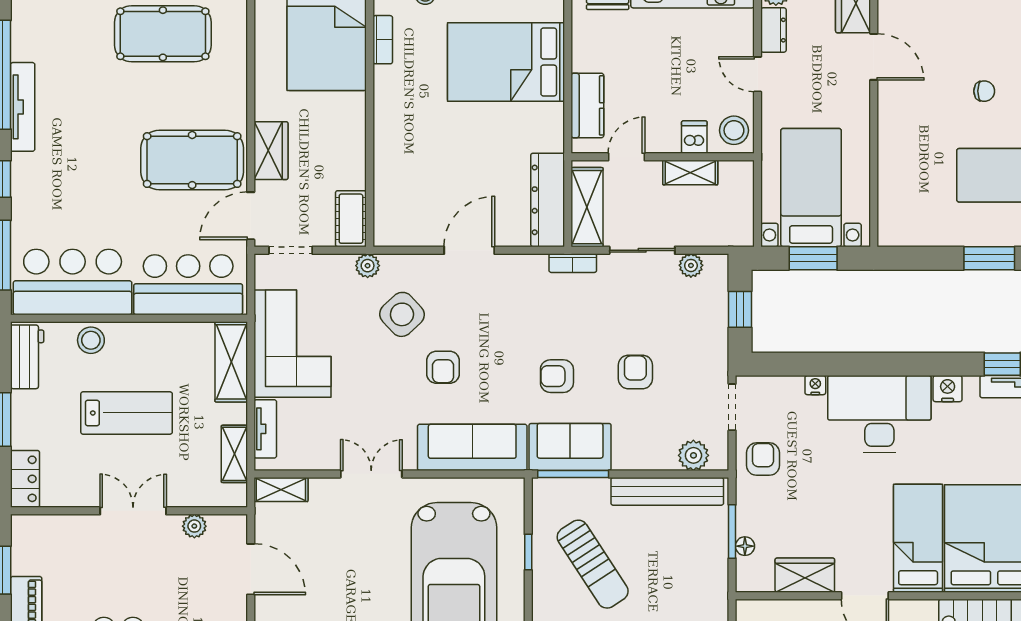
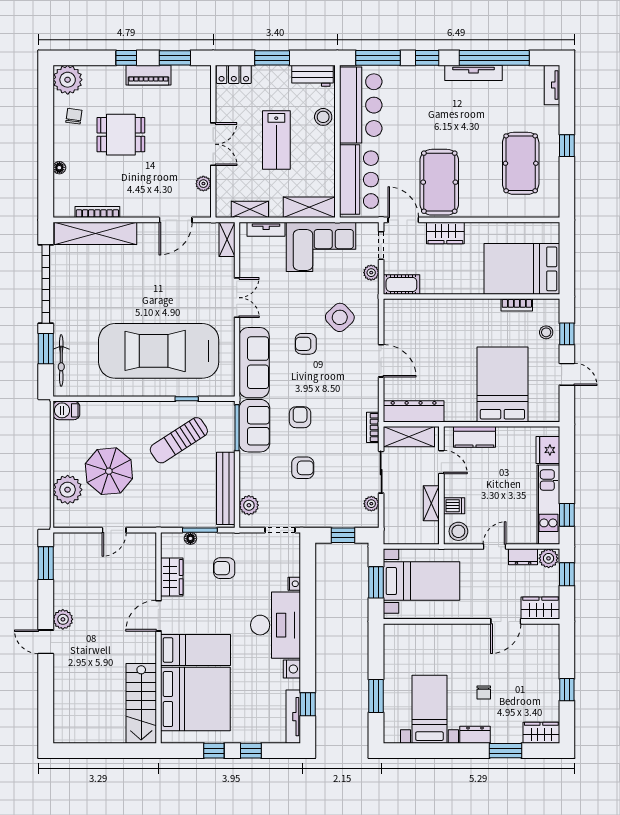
plant: (368, 266) -> (371, 273), moved
armchair: (763, 459) -> (224, 568), moved, turned 180

